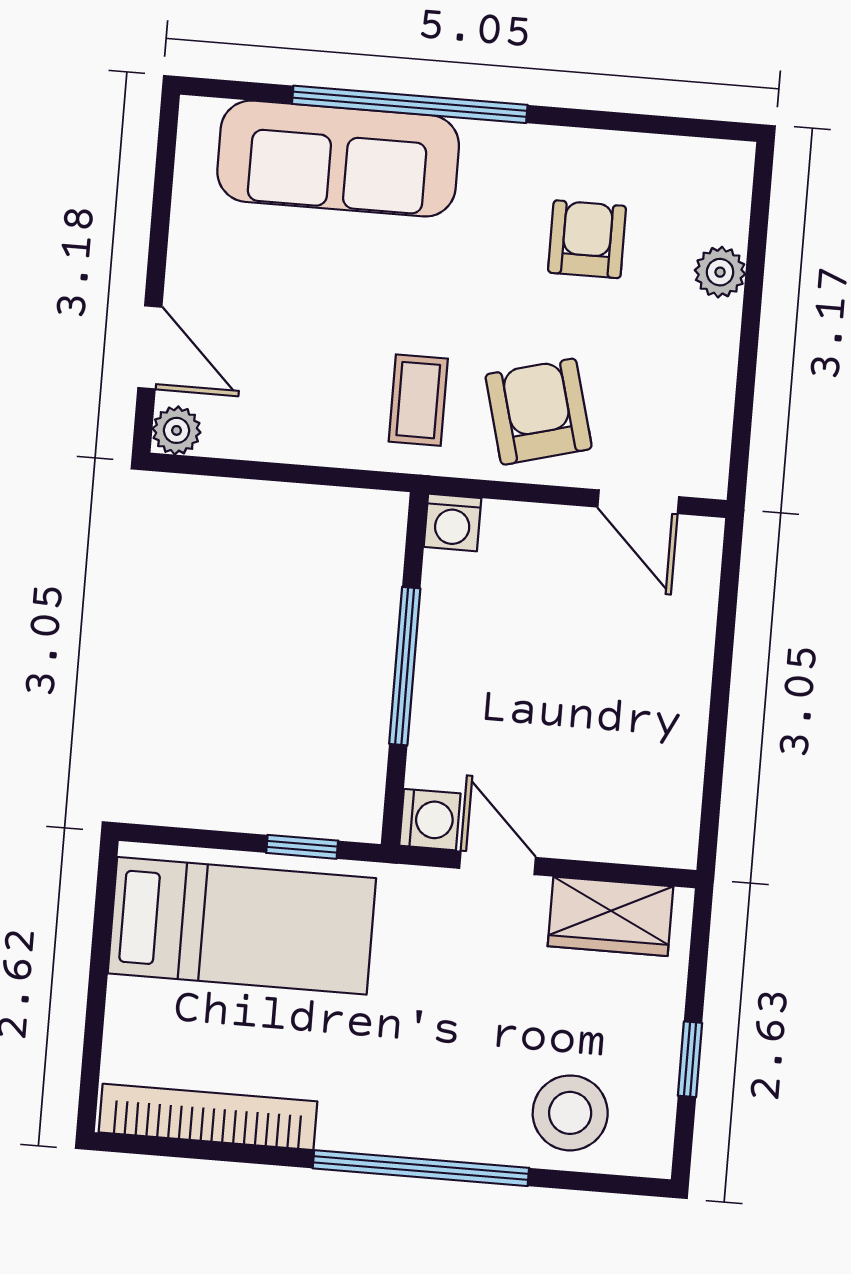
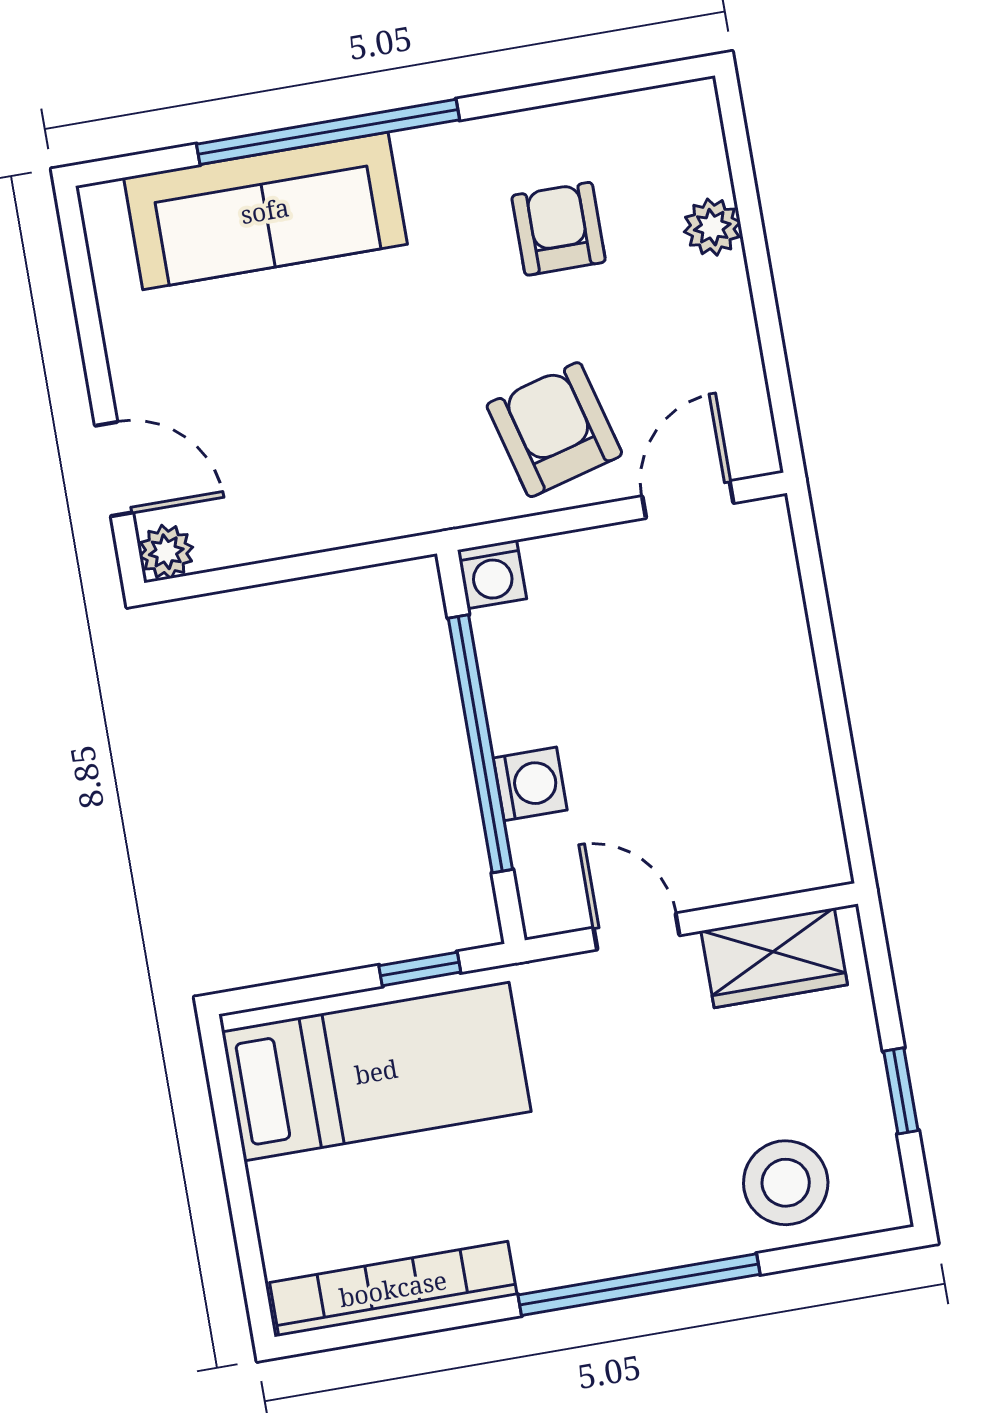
coffee table: (418, 400) -> (420, 451), removed
door: (638, 502) -> (688, 500), swing flipped
window: (405, 666) -> (480, 744), width x1.46
washing machine: (430, 820) -> (530, 784), moved

